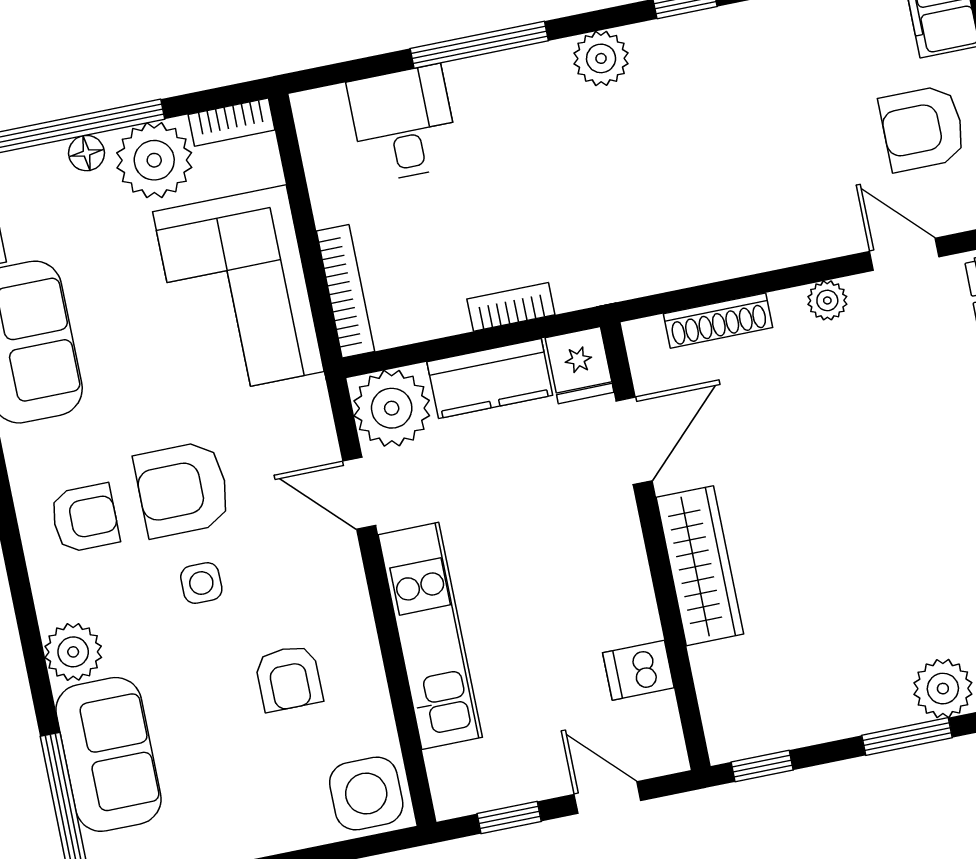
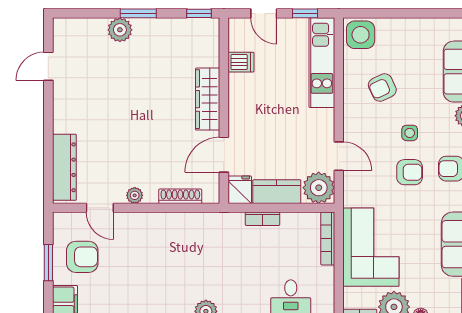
armchair: (183, 489) -> (410, 172), width x0.72, depth x0.72
kitchen unit: (430, 636) -> (322, 63), moved
armchair: (289, 678) -> (382, 88), turned -115

